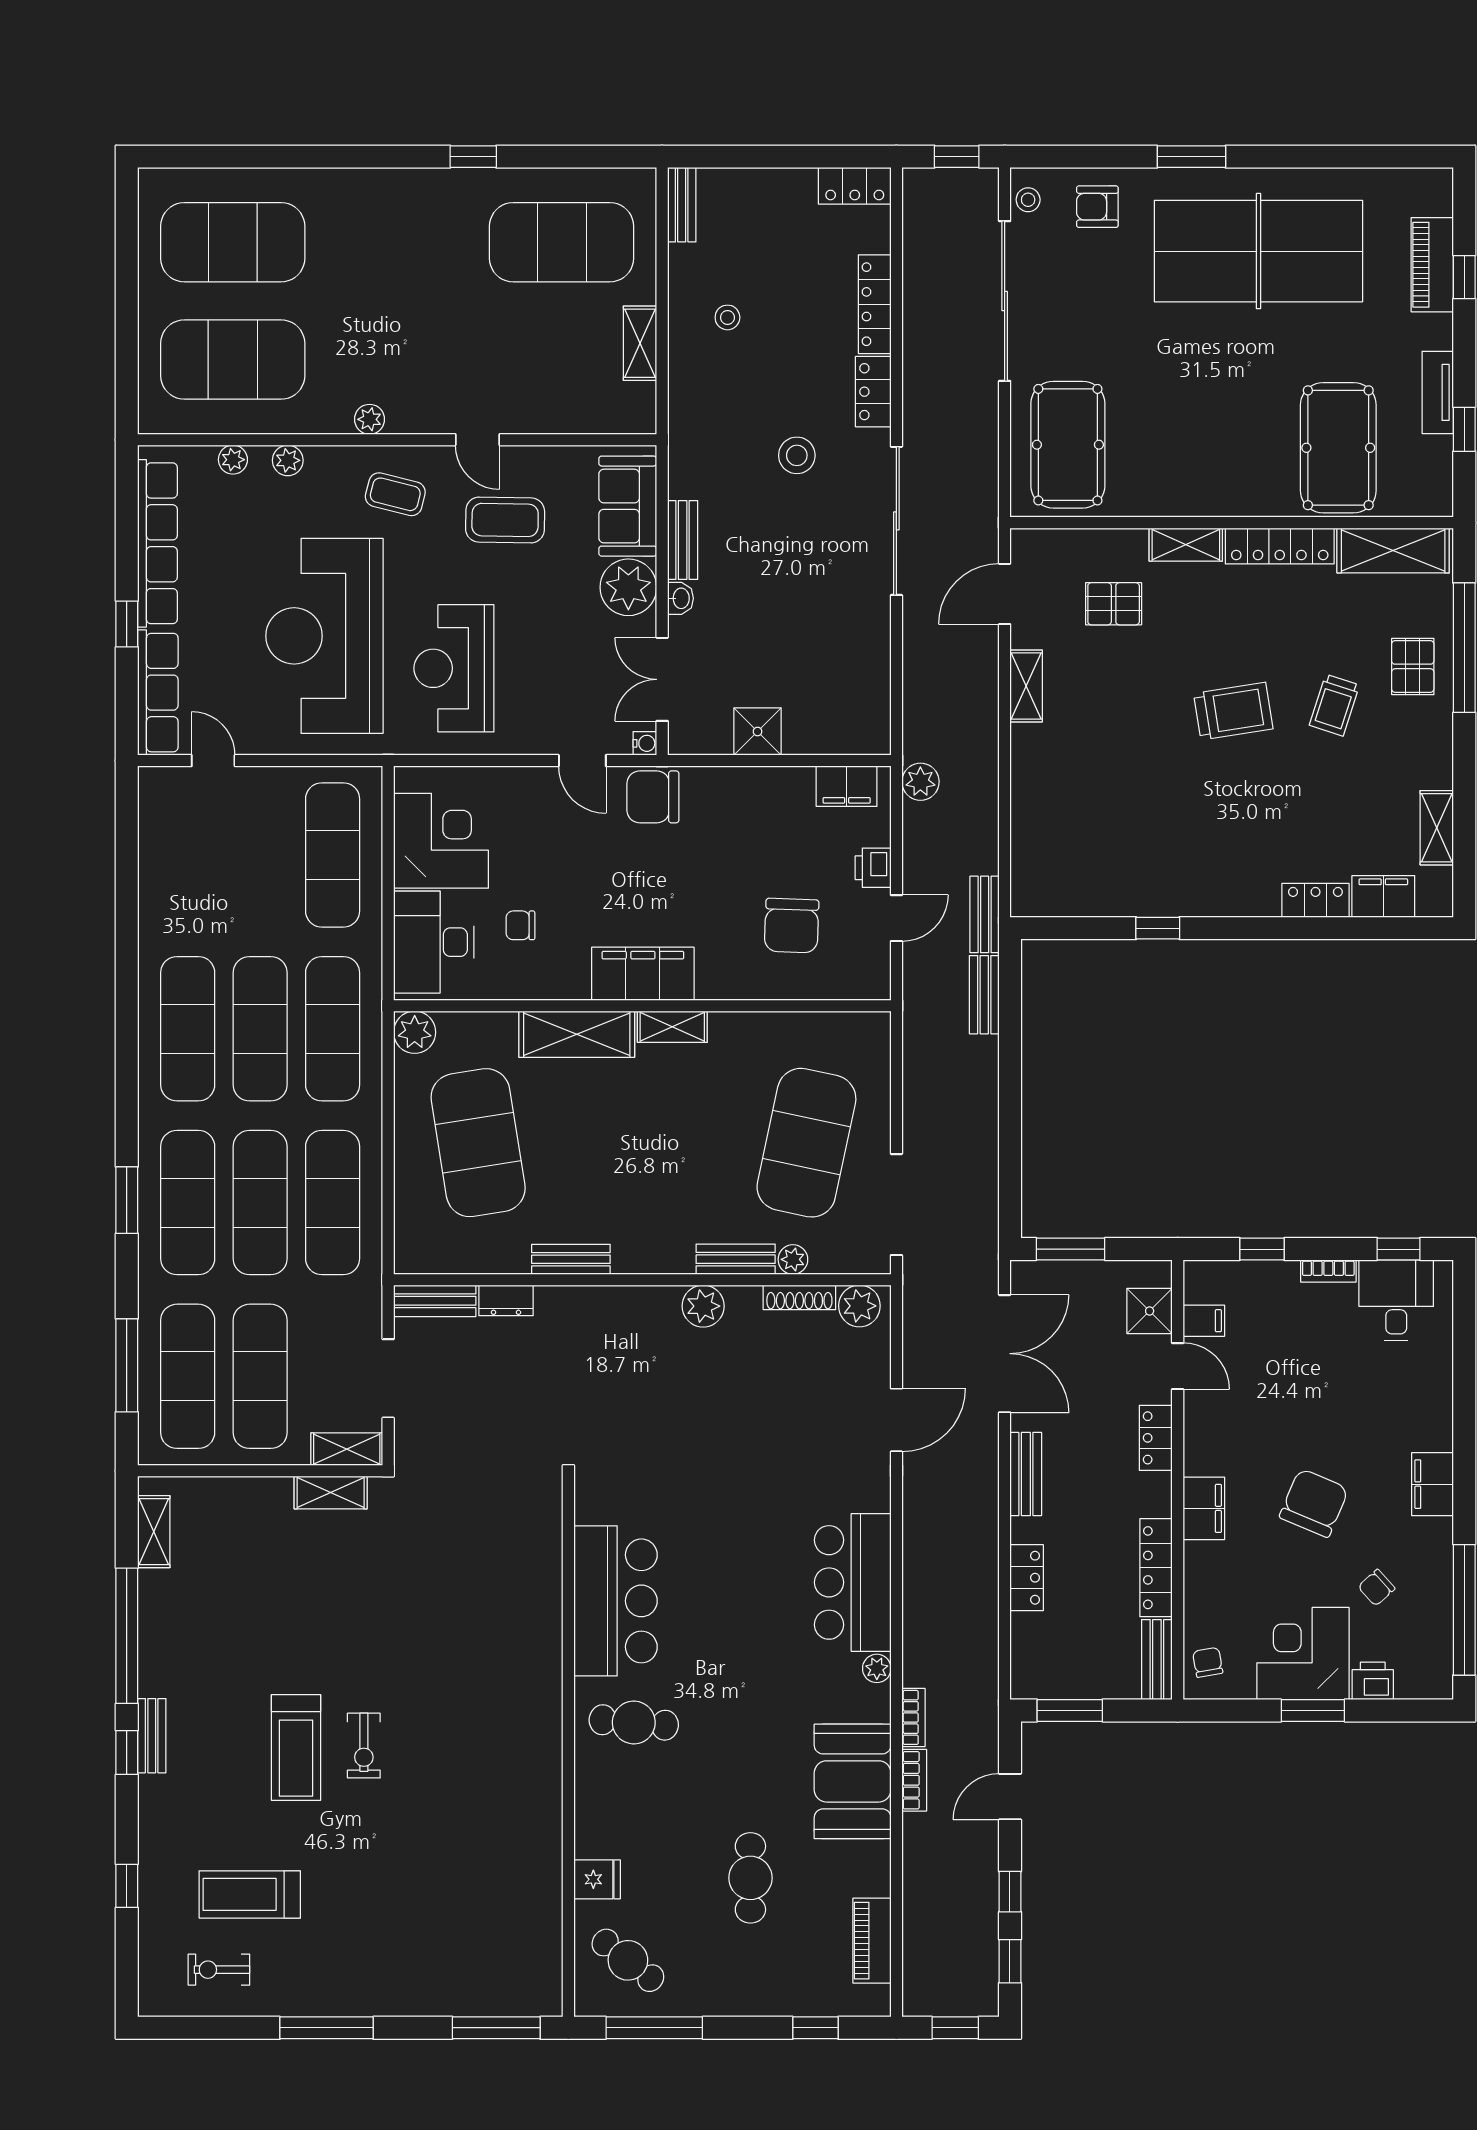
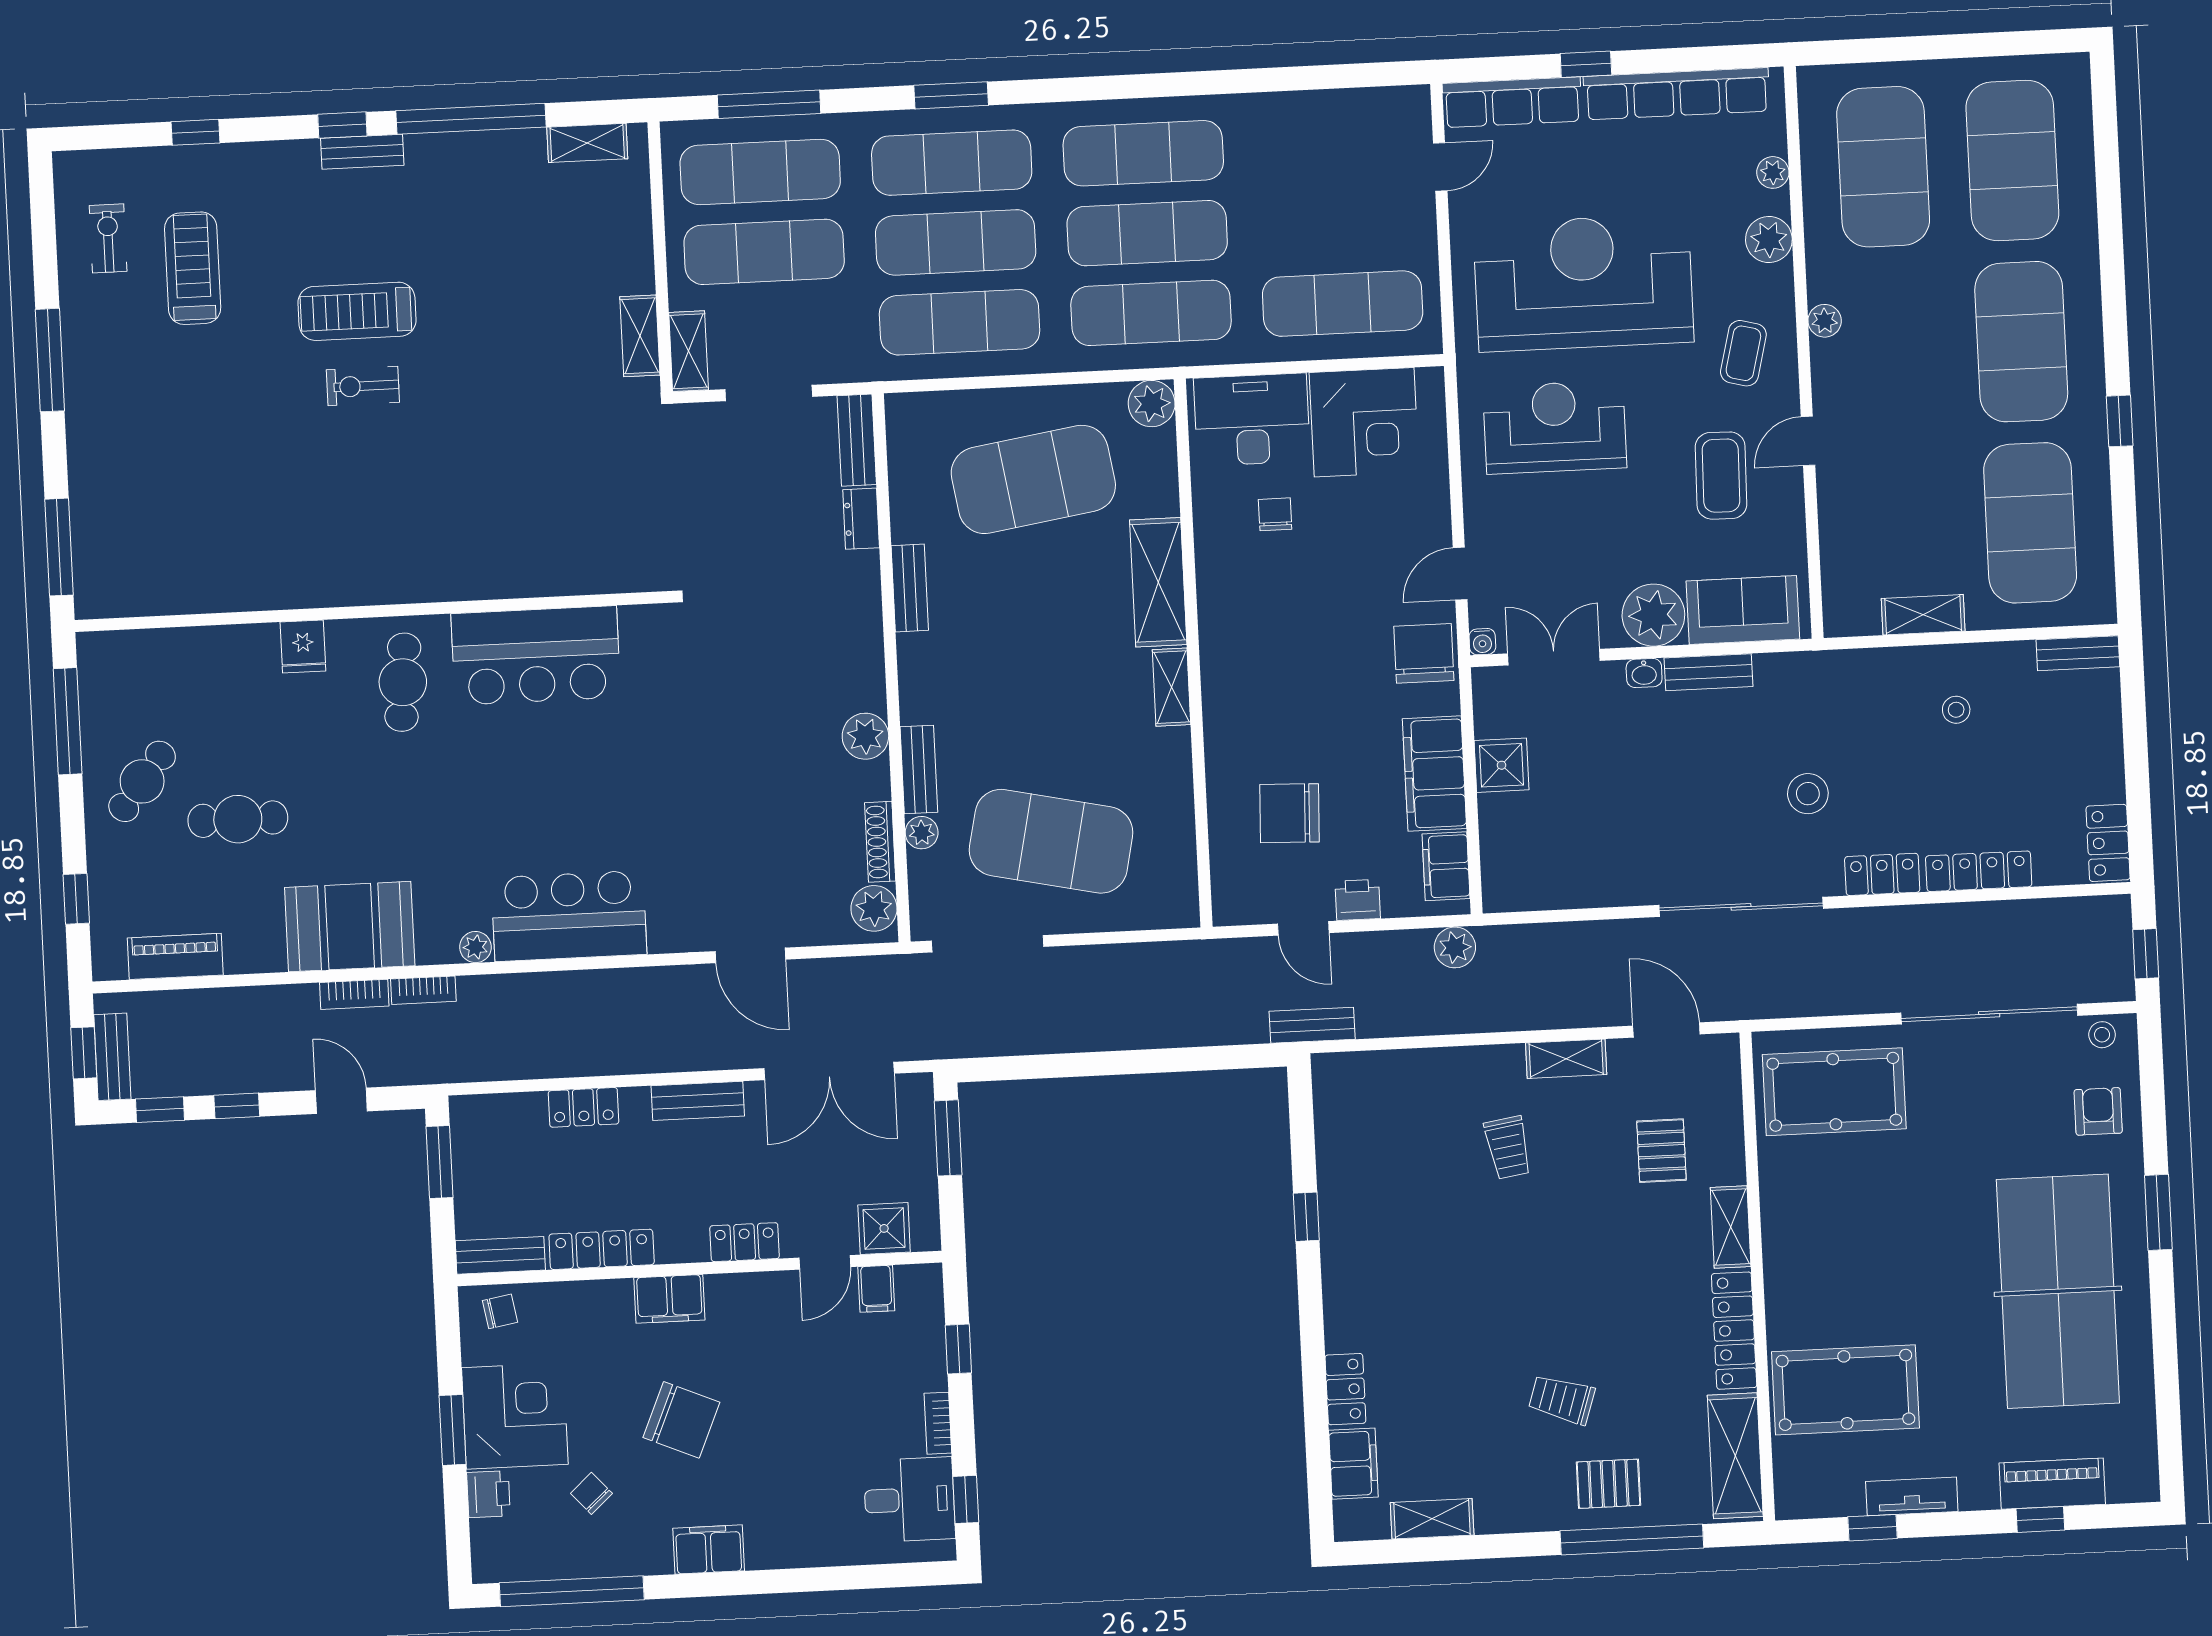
exercise mat: (397, 242) -> (2021, 342), added
plant: (288, 460) -> (1769, 240), width x1.38, depth x1.38
trolley: (1233, 711) -> (1508, 1148), moved, width x0.73, depth x0.72
filing cabinet: (643, 974) -> (1435, 774), moved, turned 180
bench: (984, 995) -> (112, 1057), moved, turned 90
fridge: (597, 1879) -> (303, 647), moved
cafe table: (628, 1960) -> (142, 781), moved

